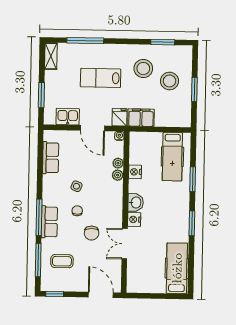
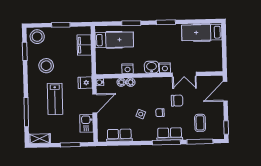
stool: (169, 81) -> (37, 37), moved
filing cabinet: (141, 118) -> (84, 45), moved

